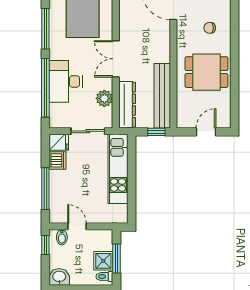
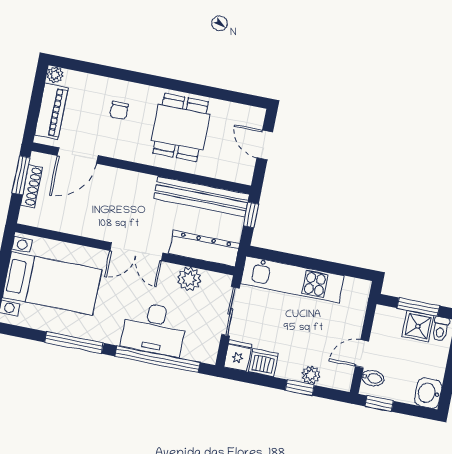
window: (45, 189) -> (300, 388), width x0.46
plant: (56, 195) -> (311, 375), added

